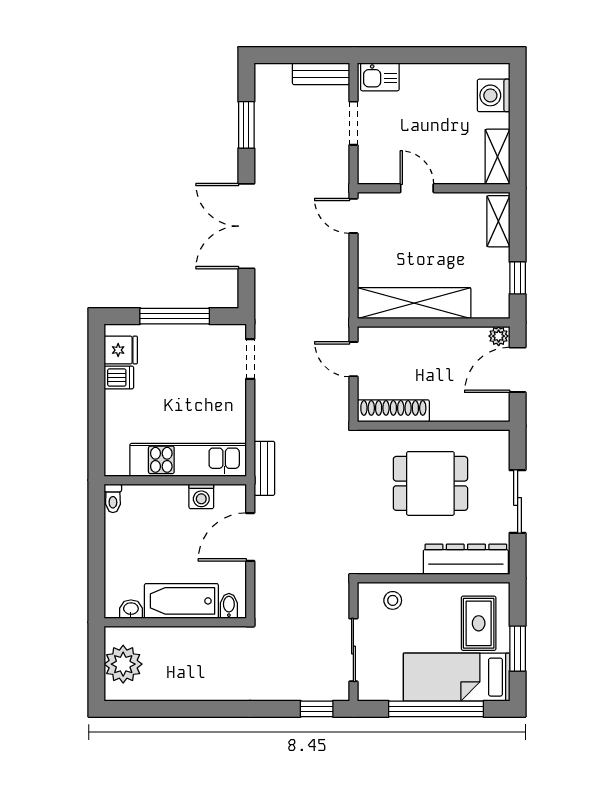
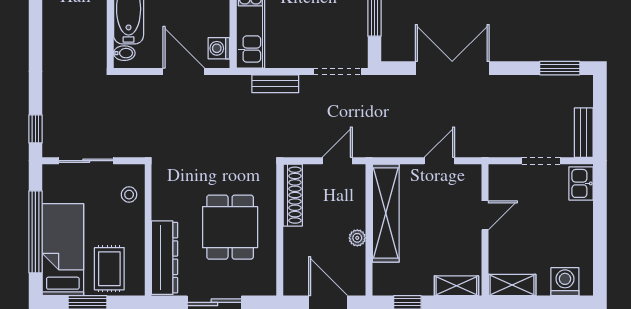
window: (246, 125) -> (560, 68), moved
door: (353, 216) -> (439, 161), moved
plant: (499, 336) -> (357, 238), moved
doorway: (250, 359) -> (337, 71), width x1.38
bench: (264, 468) -> (275, 84), moved
washing machine: (201, 496) -> (219, 48), moved
rug: (479, 623) -> (109, 269), turned 90

